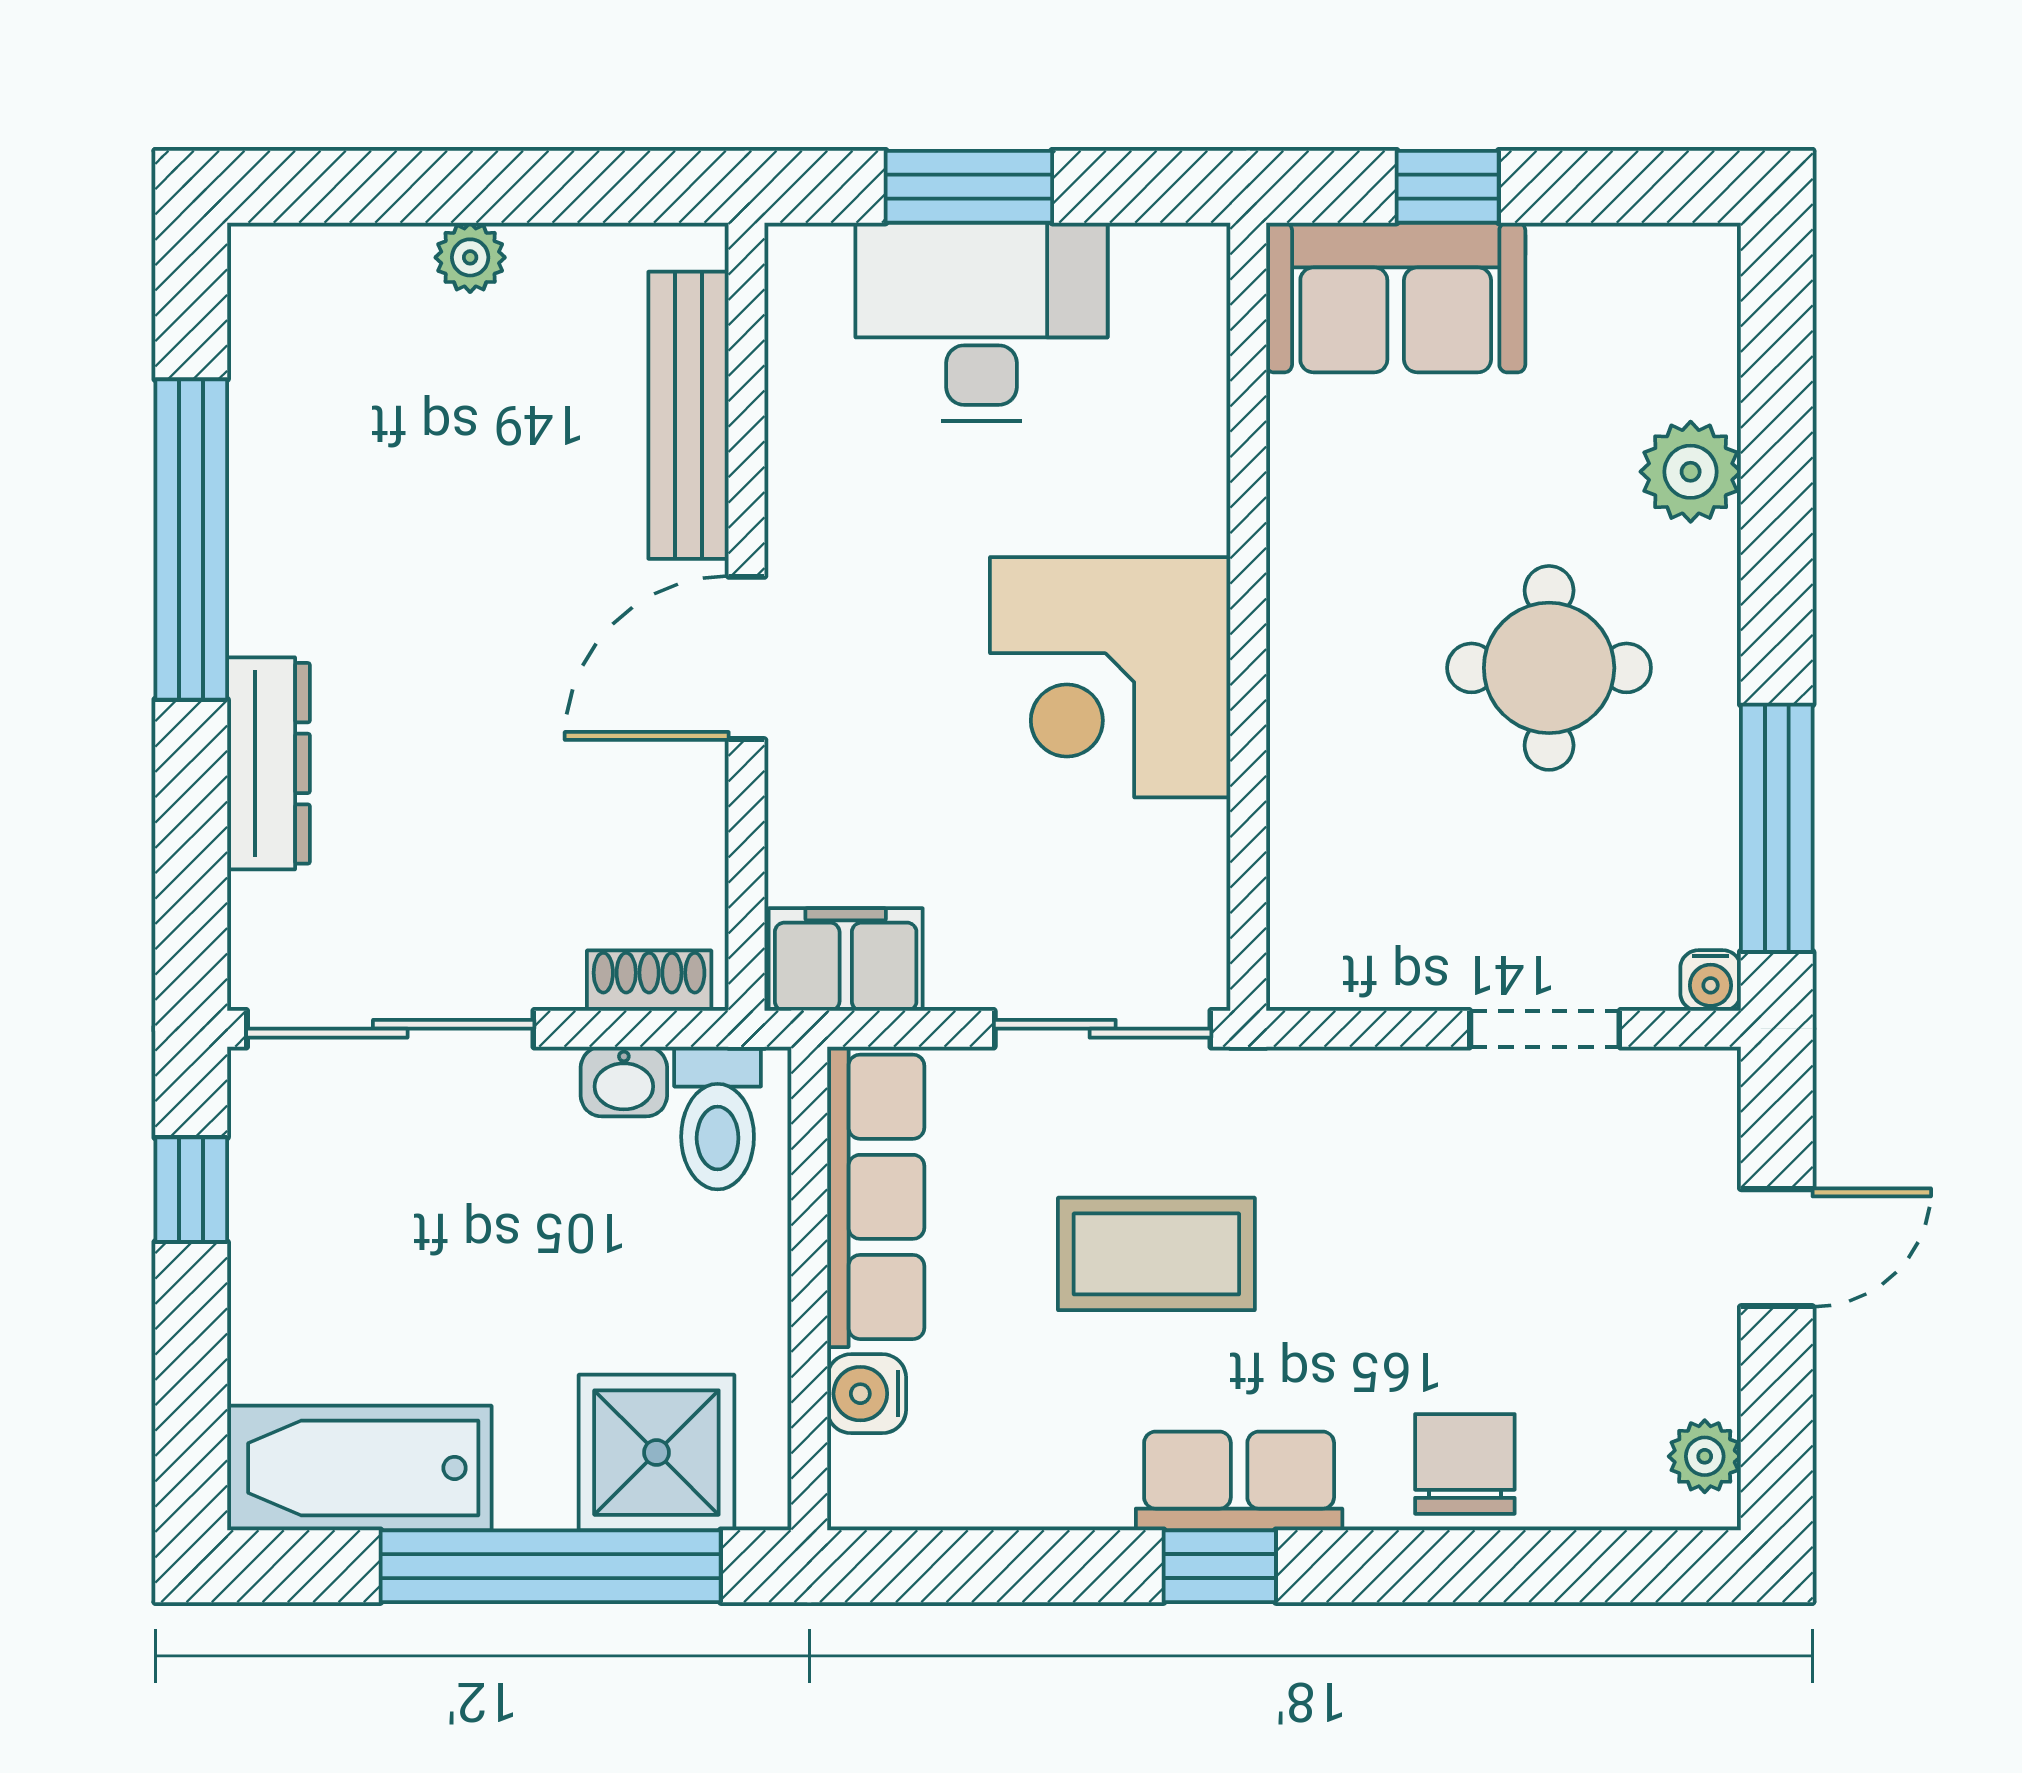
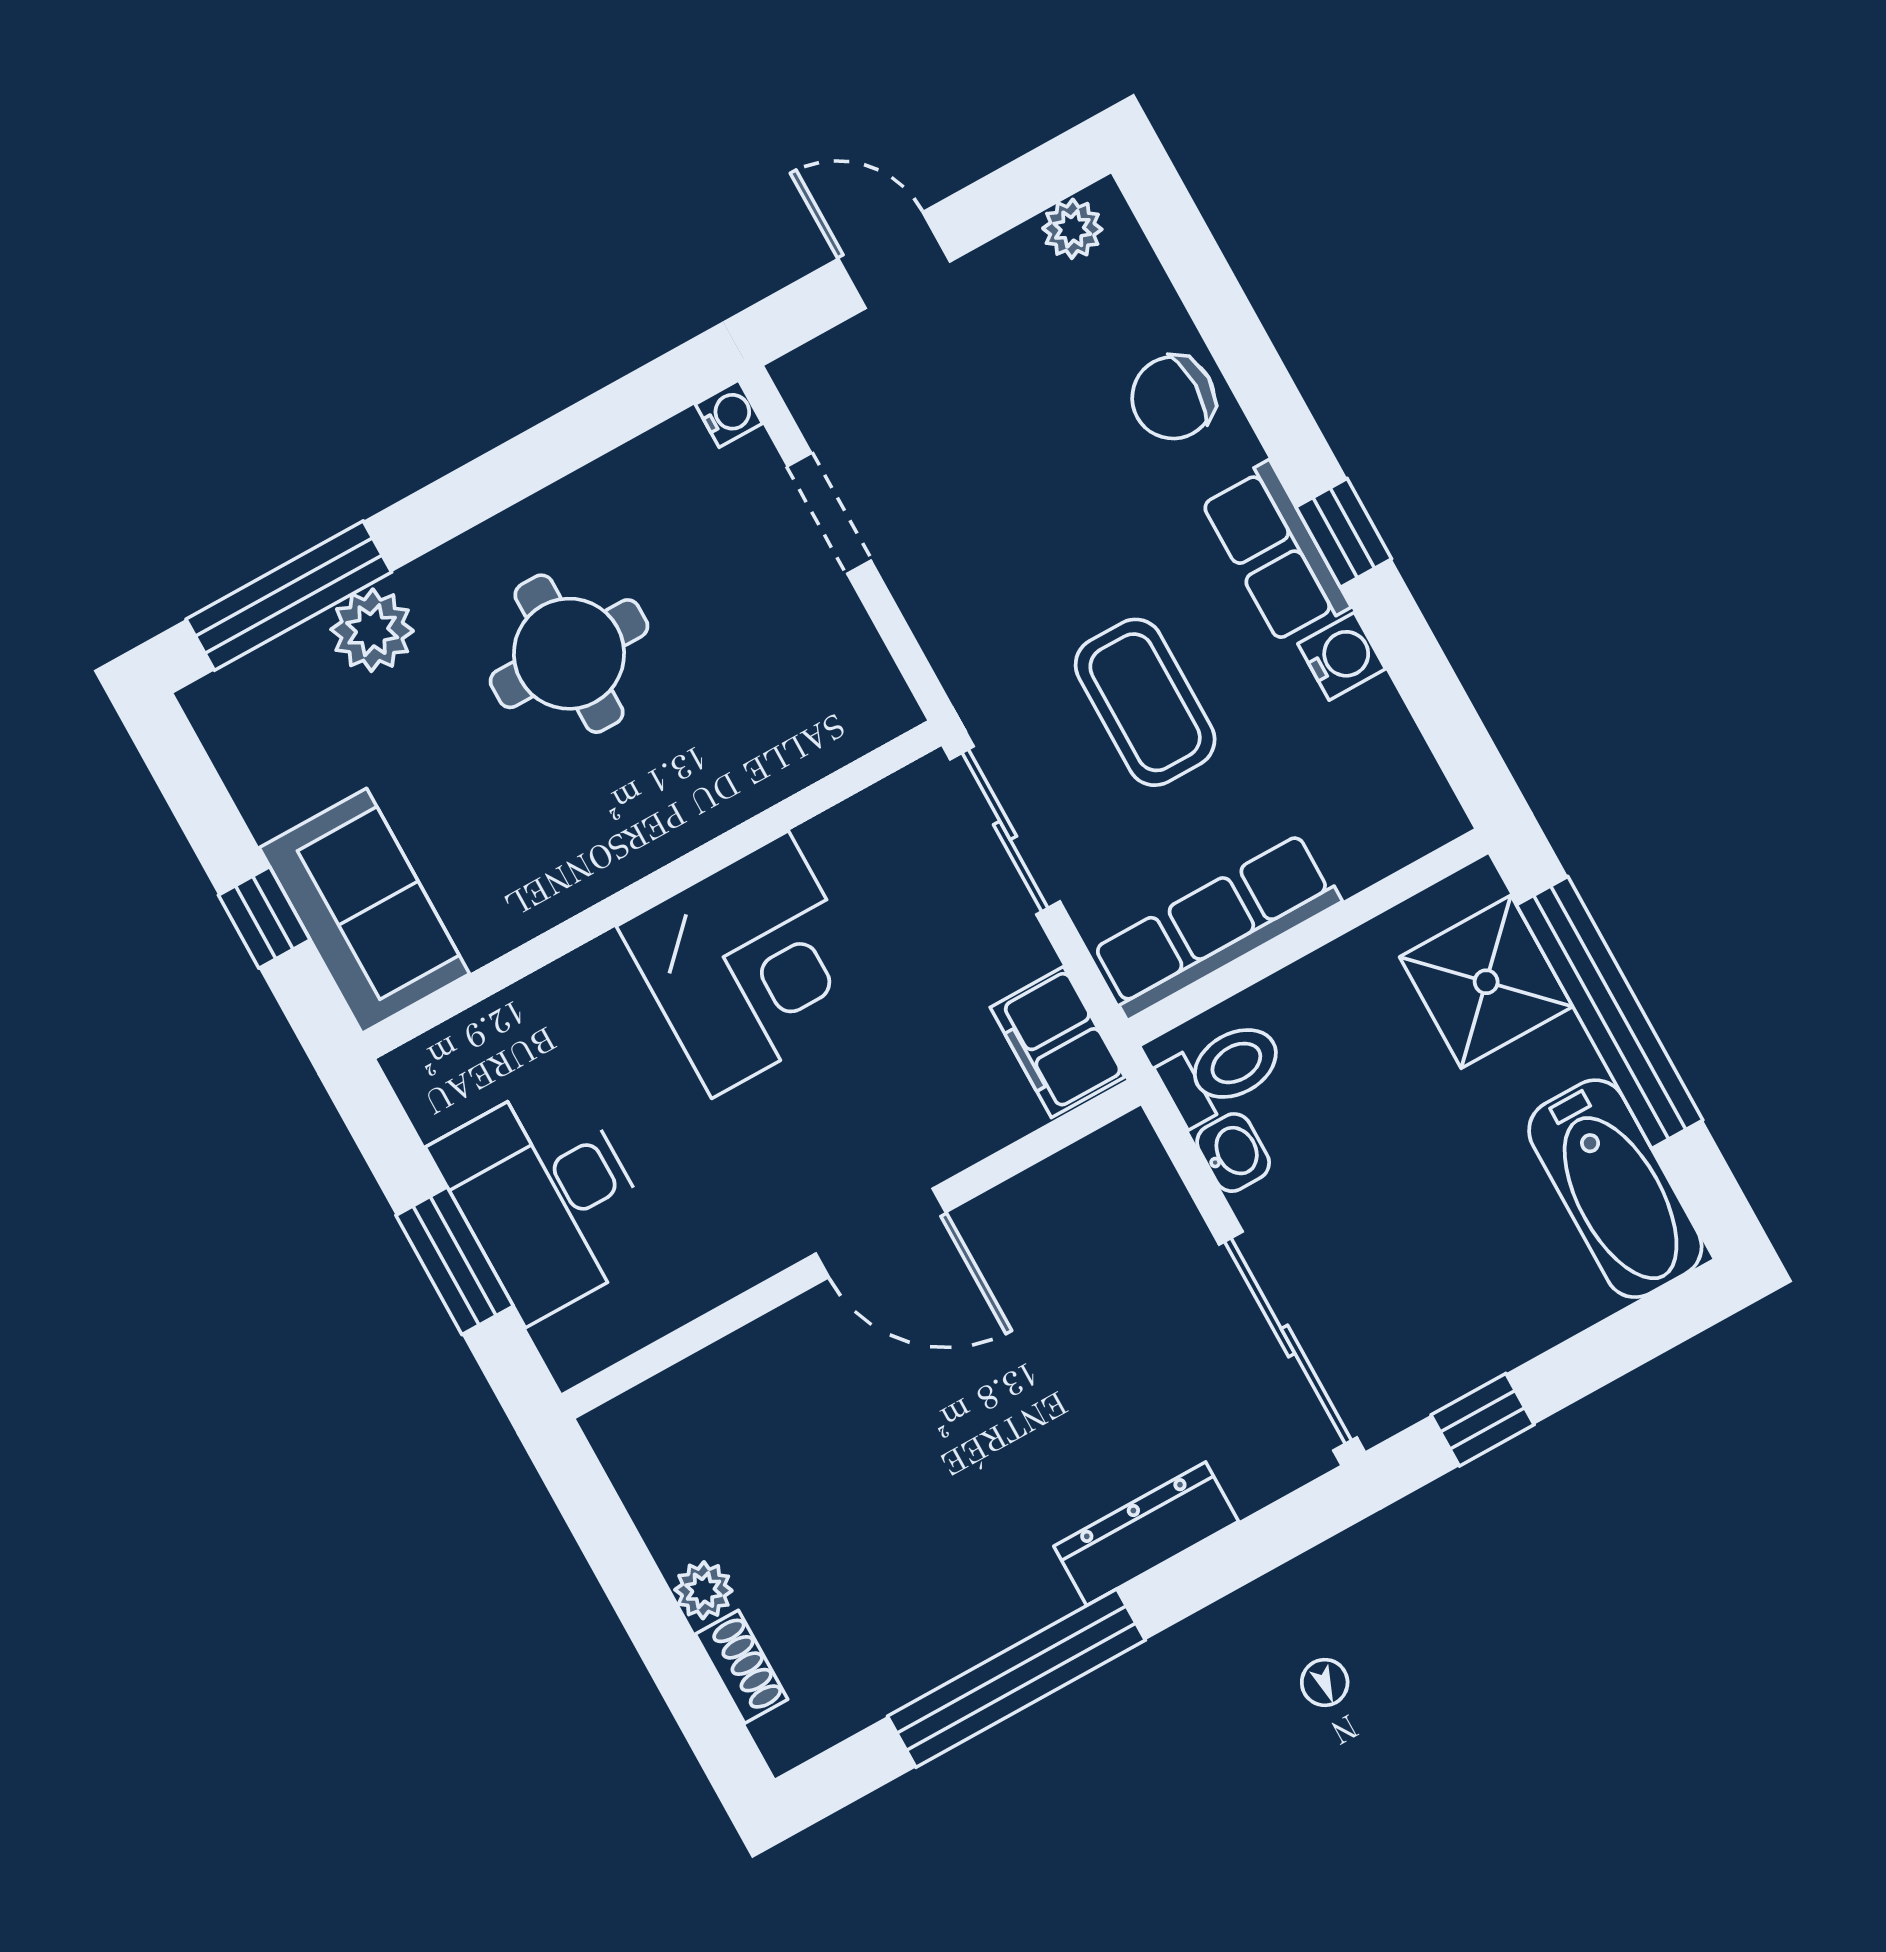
bench: (688, 415) -> (730, 1371), removed
window: (1777, 828) -> (289, 596), moved
shoe rack: (649, 981) -> (741, 1667), moved, turned 180
water cooler: (867, 1394) -> (1342, 656), moved, turned -90

